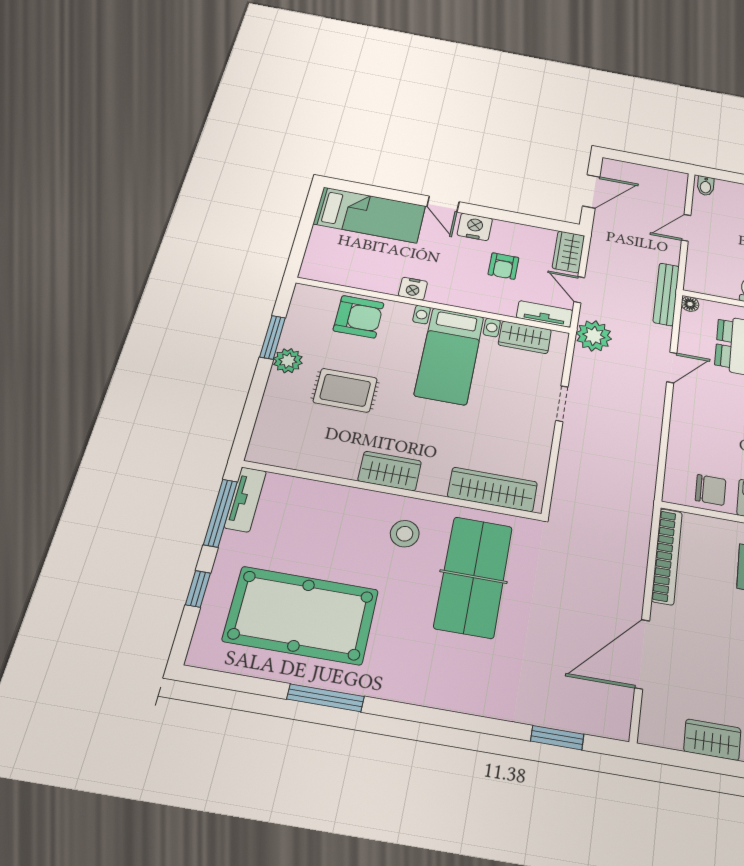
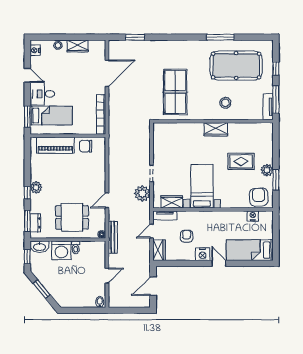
nightstand: (413, 289) -> (253, 216), moved
door: (579, 290) -> (152, 231), swing flipped
armchair: (359, 317) -> (259, 197), moved, turned 87
plant: (594, 336) -> (142, 194), moved
wardrobe: (493, 489) -> (174, 129), removed
stool: (405, 534) -> (225, 103), moved

